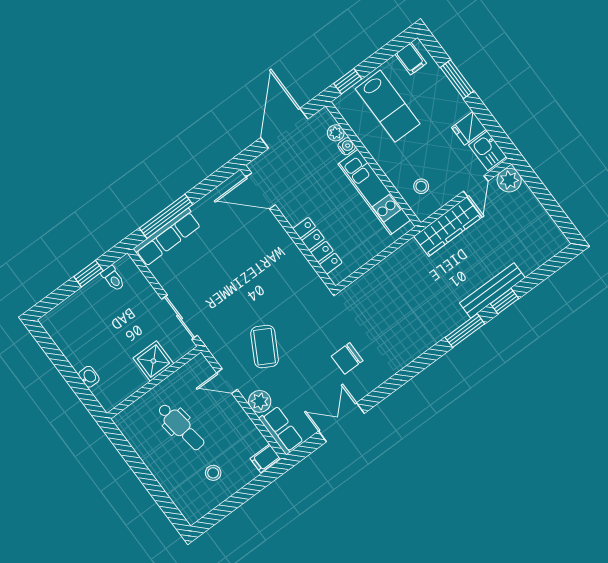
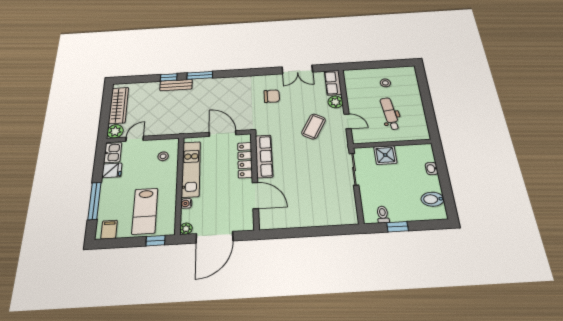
window: (457, 79) -> (94, 201), width x1.44
lab bench: (388, 106) -> (145, 211), turned 180
plant: (336, 133) -> (186, 229), moved
door: (261, 191) -> (255, 195), moved
window: (166, 216) -> (325, 231), removed
wardrobe: (448, 227) -> (118, 105), moved, turned 90
row of seats: (167, 237) -> (264, 156), moved, turned 90
door: (371, 264) -> (223, 134), added
bench: (492, 290) -> (176, 85), width x0.73
bidet: (67, 335) -> (432, 199), added
filing cabinet: (265, 458) -> (351, 75), removed

